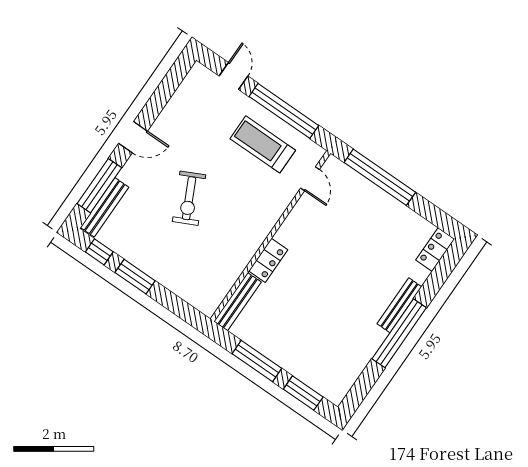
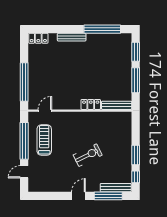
door: (133, 137) -> (78, 196), hinge flipped
treadmill: (263, 144) -> (44, 140), turned 180
window: (399, 333) -> (102, 29), moved

